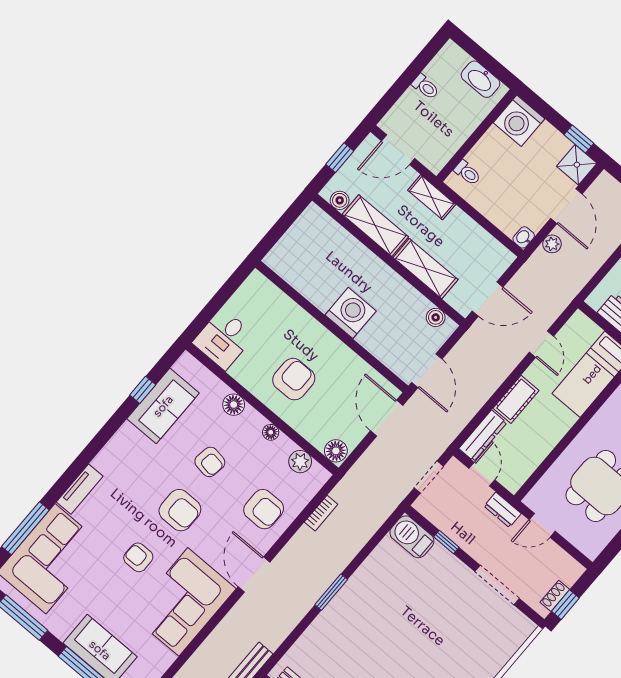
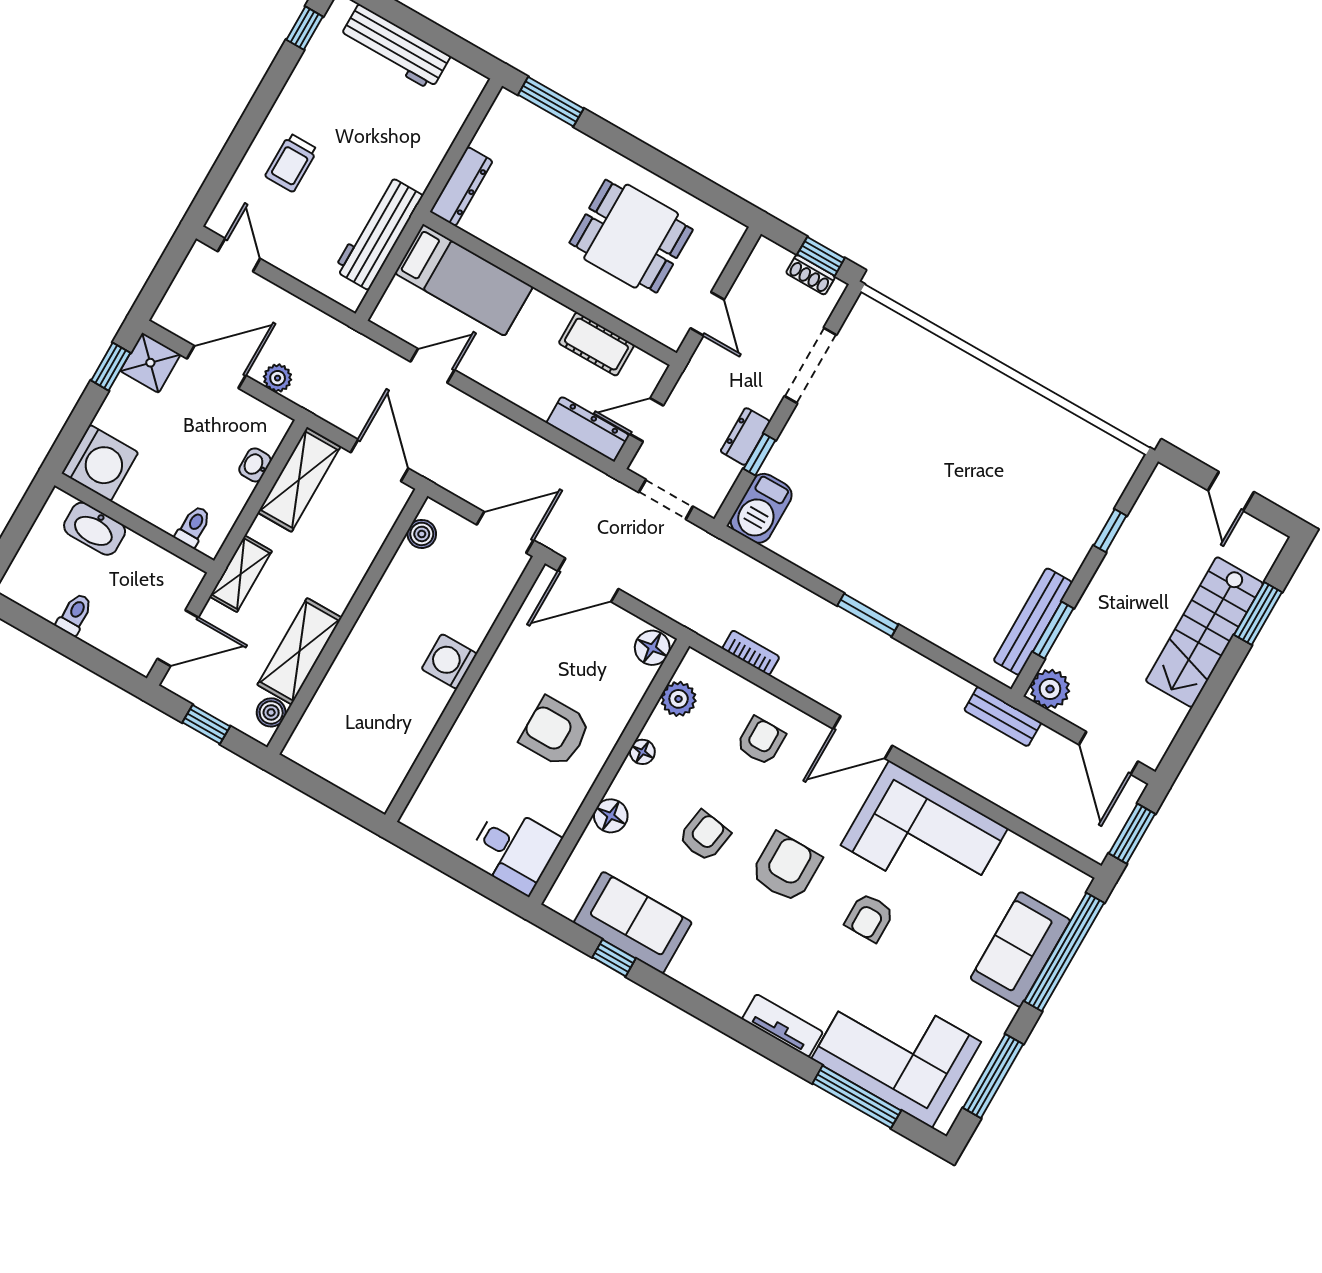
washbasin: (480, 79) -> (95, 529), moved, turned 90
door: (398, 150) -> (178, 638), hinge flipped
washbasin: (524, 237) -> (255, 465), moved, turned 90
shelving: (426, 269) -> (299, 480), moved
washing machine: (351, 313) -> (449, 661), width x0.73, depth x0.73
cot: (516, 399) -> (596, 344), moved
armchair: (264, 509) -> (761, 741), width x0.72, depth x0.72
dresser: (503, 510) -> (745, 436), moved, turned 180

